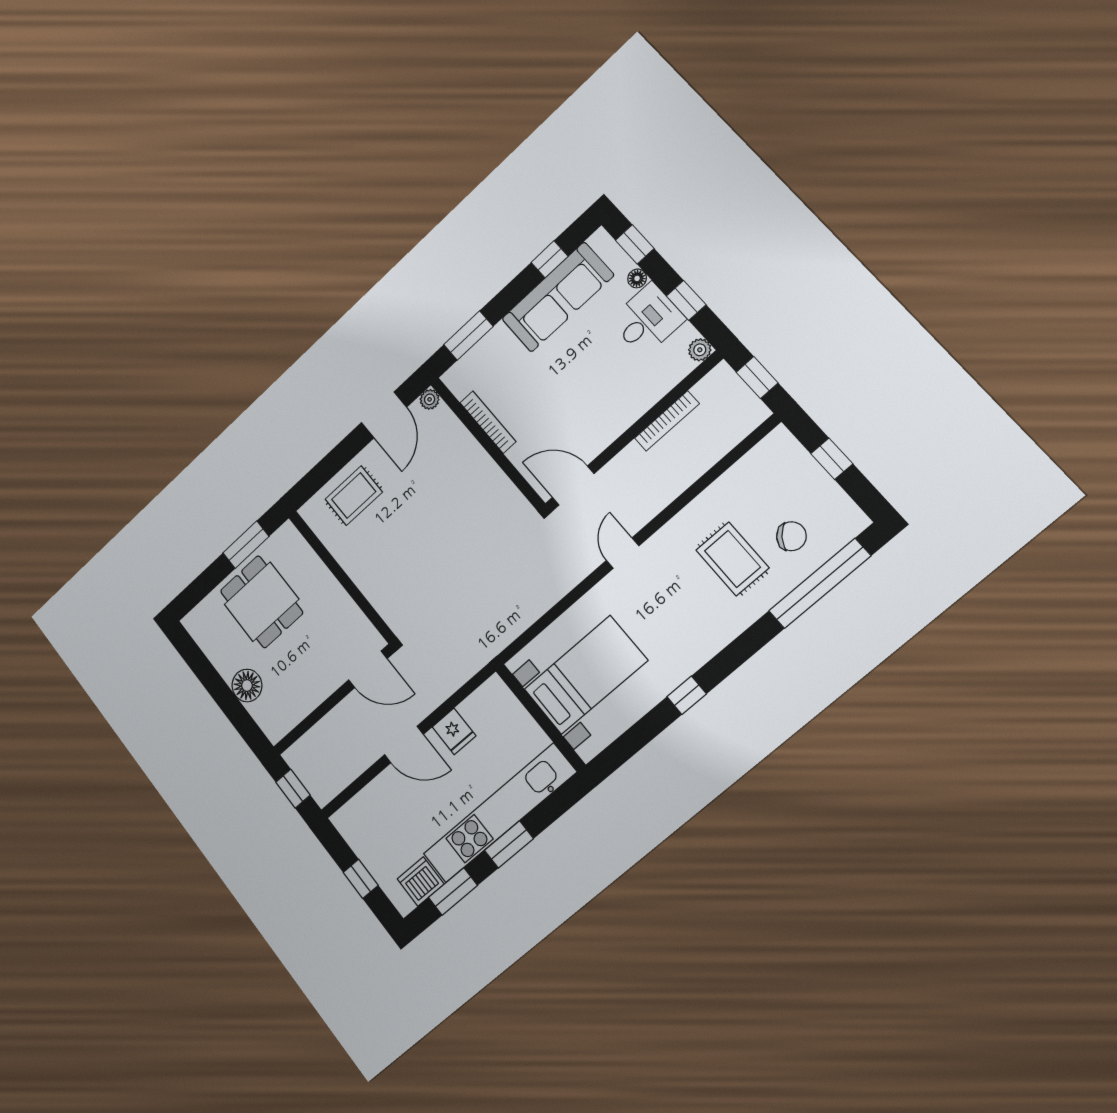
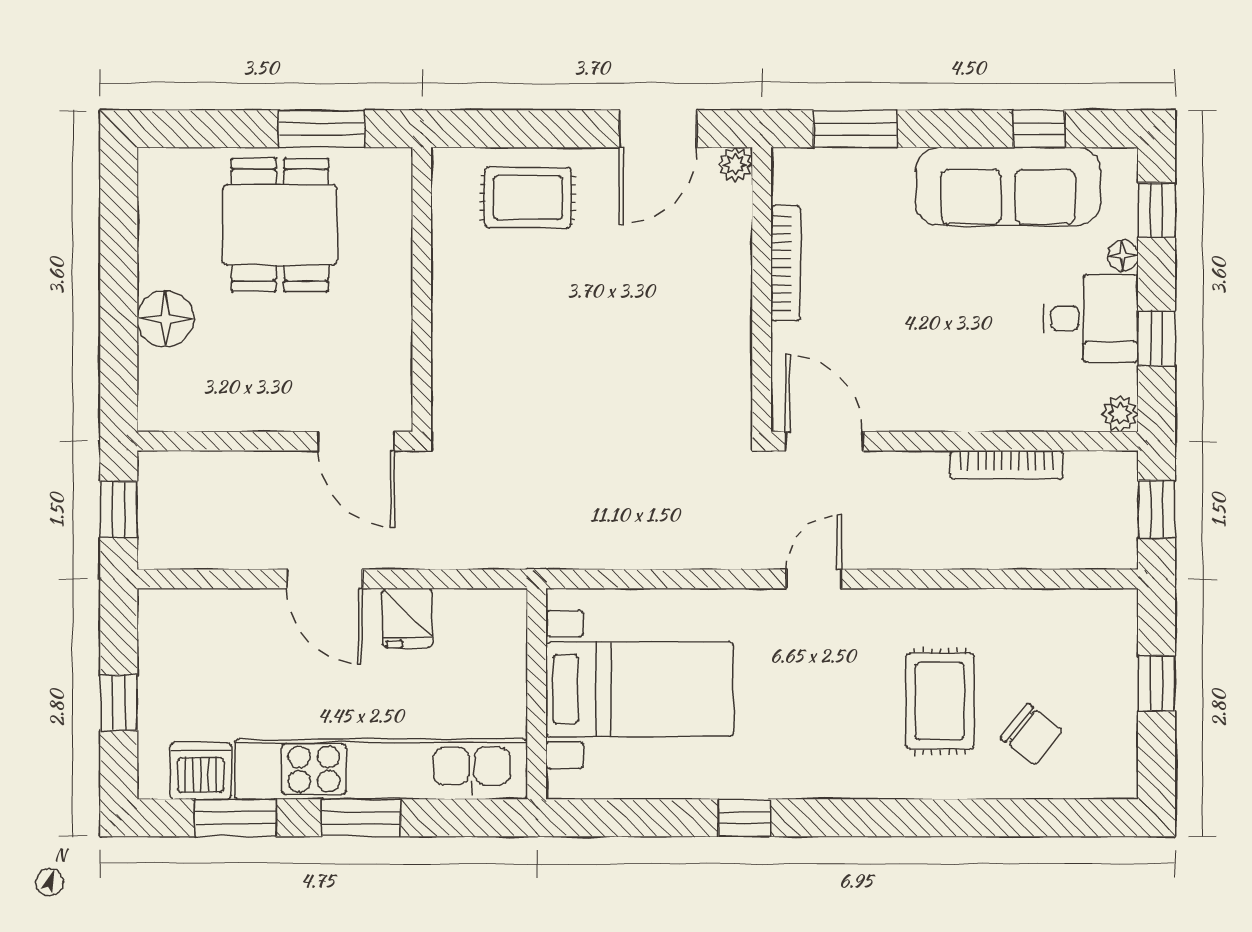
window: (820, 583) -> (1016, 818), removed

